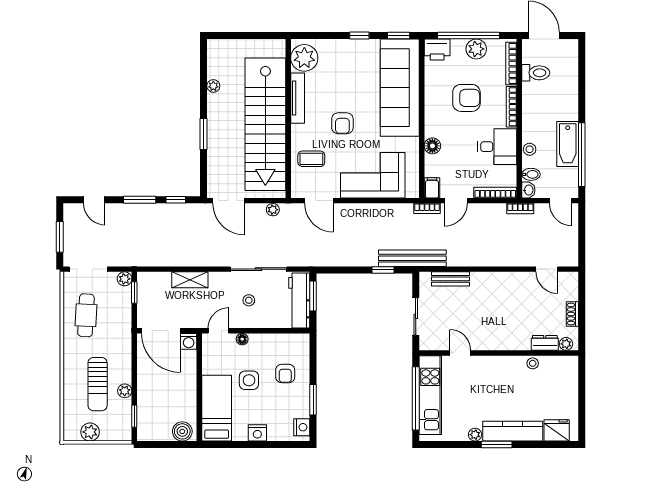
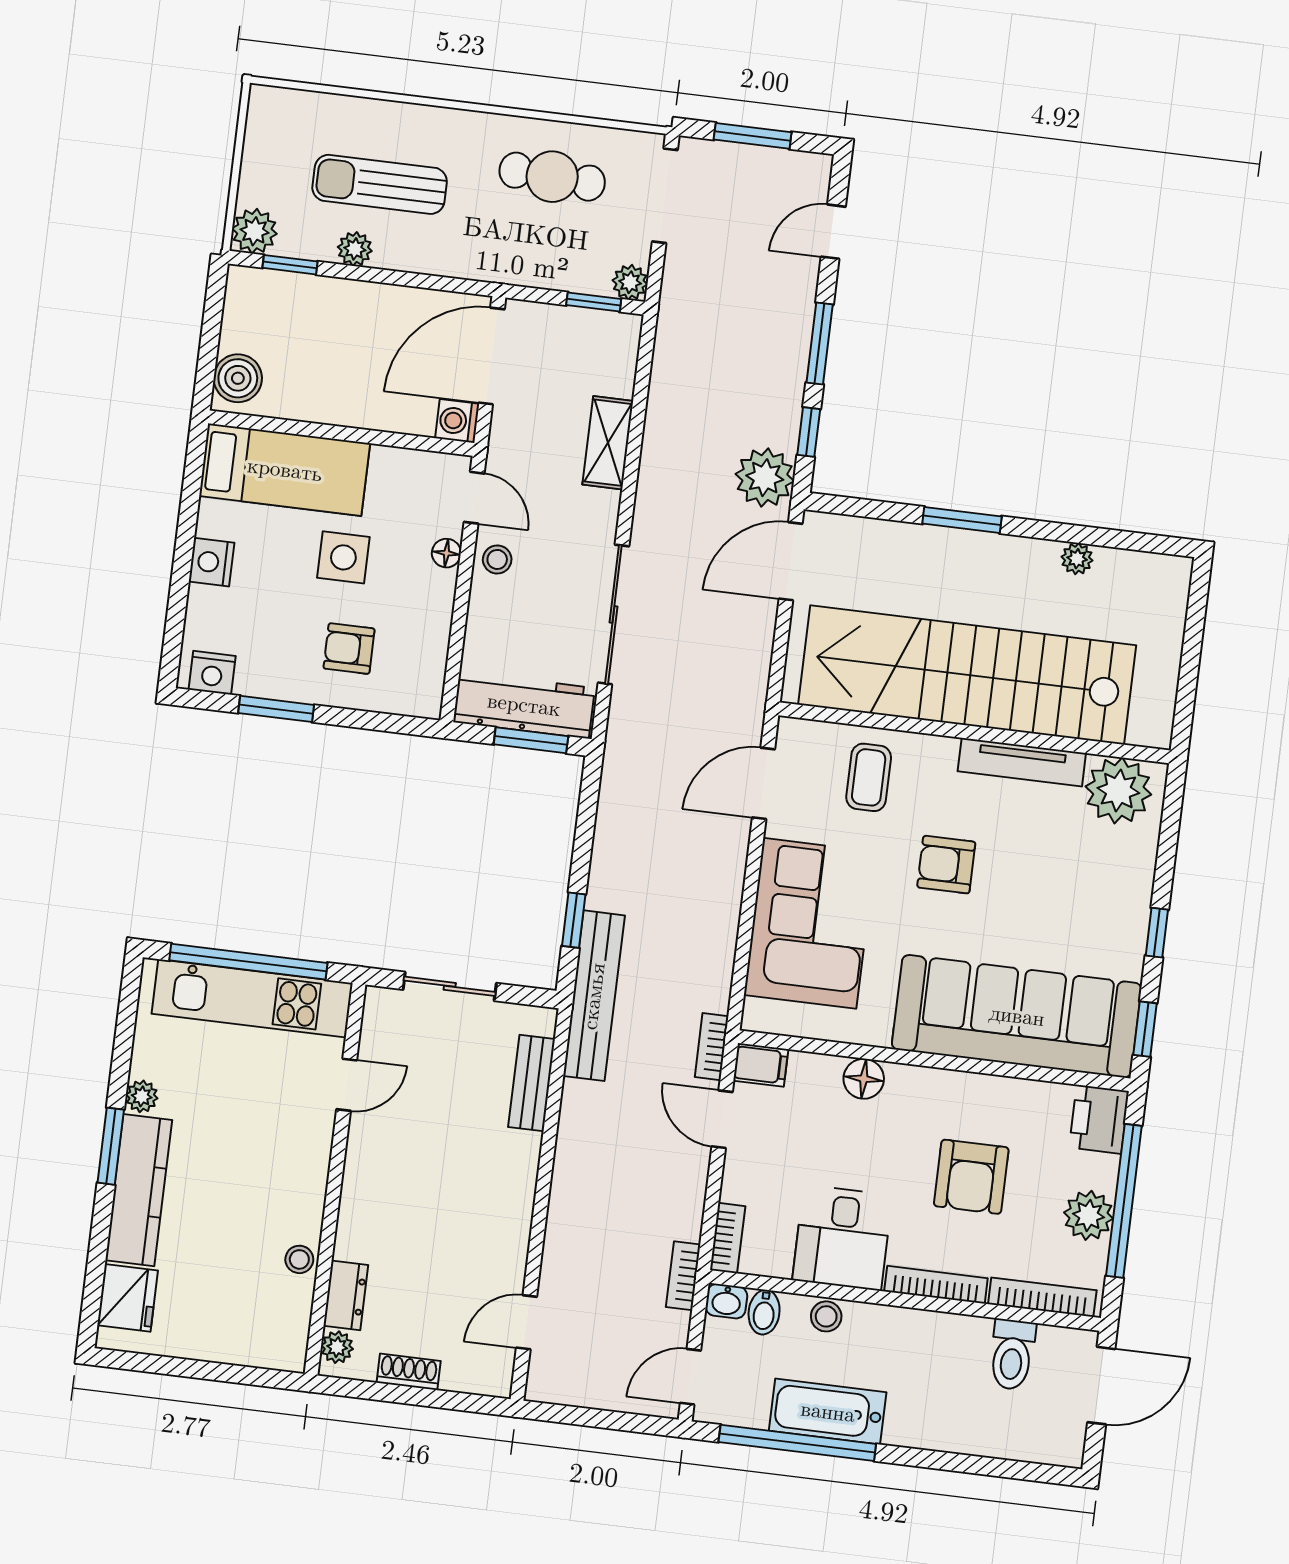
bookcase: (495, 193) -> (728, 1238), width x0.64
plant: (273, 210) -> (765, 478), moved, width x1.88, depth x1.88
stool: (249, 300) -> (497, 559), moved
plant: (90, 432) -> (254, 231), moved

